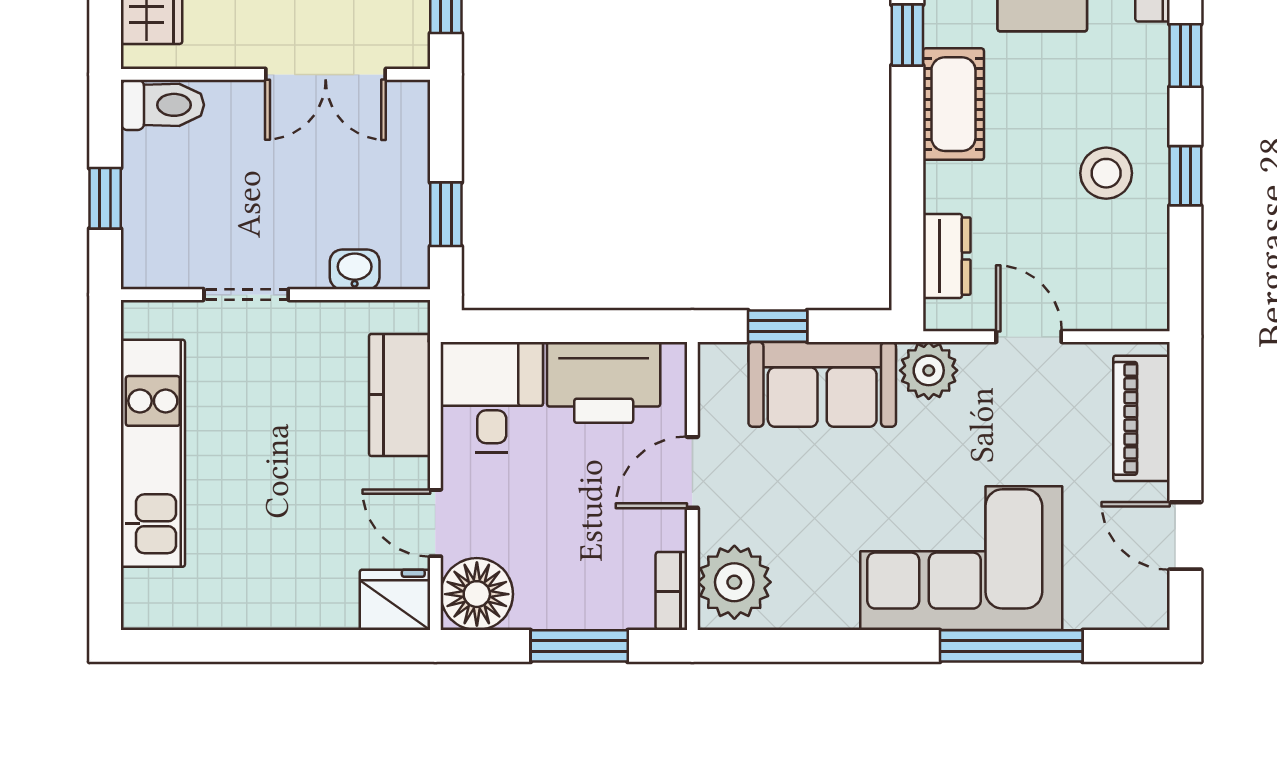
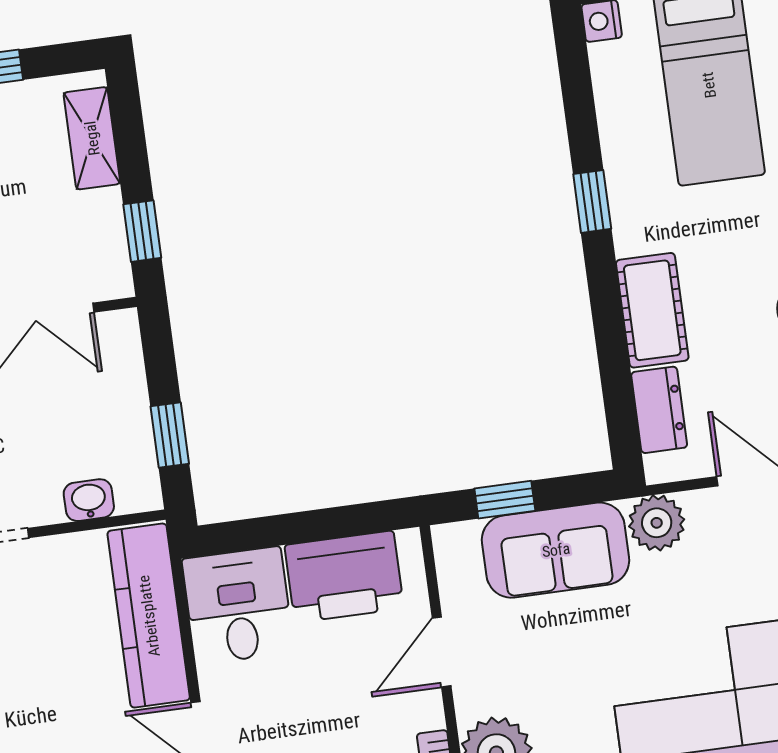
cot: (953, 104) -> (652, 310), moved
kitchen counter: (400, 395) -> (149, 616), width x1.50

